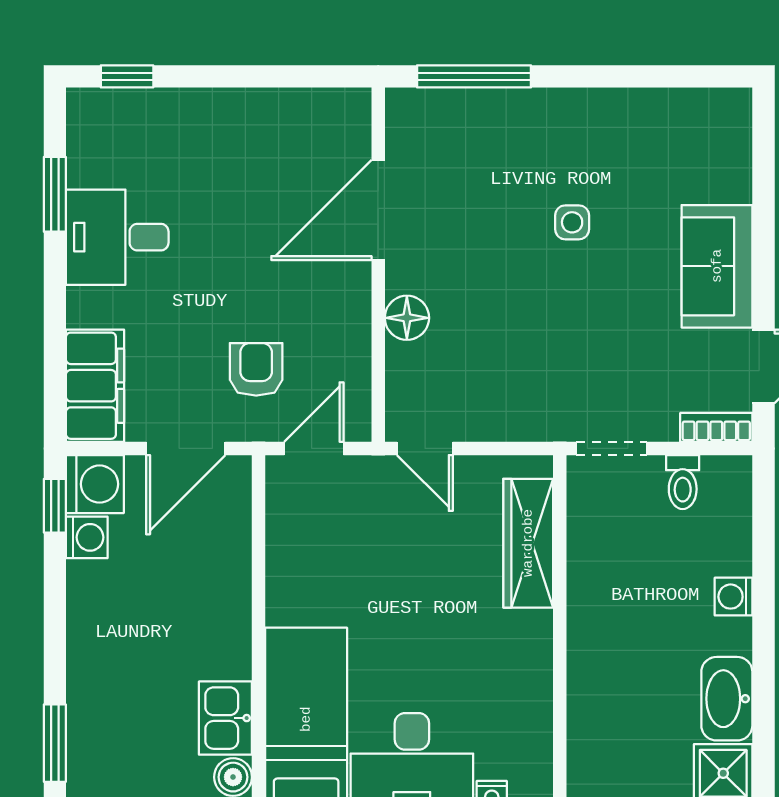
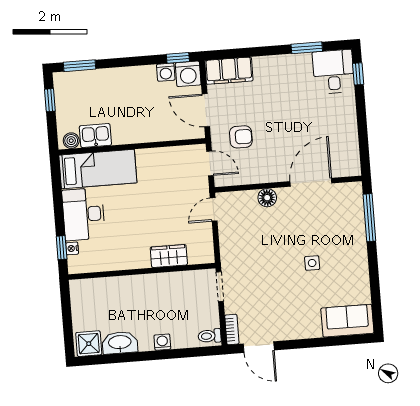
door: (378, 210) -> (311, 182), hinge flipped
desk: (117, 237) -> (333, 72), moved
sofa: (717, 266) -> (347, 321), moved
toilet: (683, 482) -> (210, 336), moved
wardrobe: (528, 543) -> (169, 256), width x0.67

